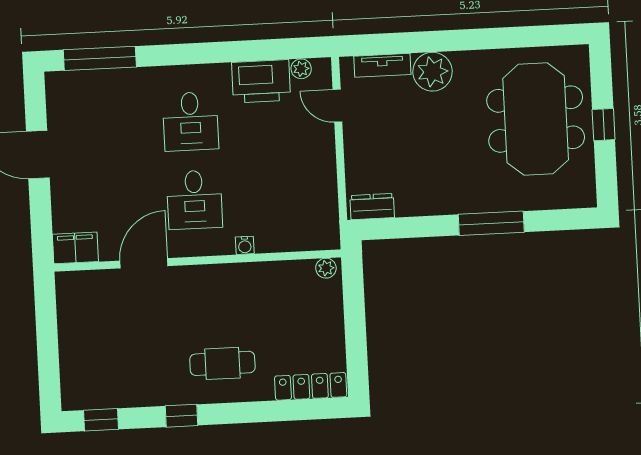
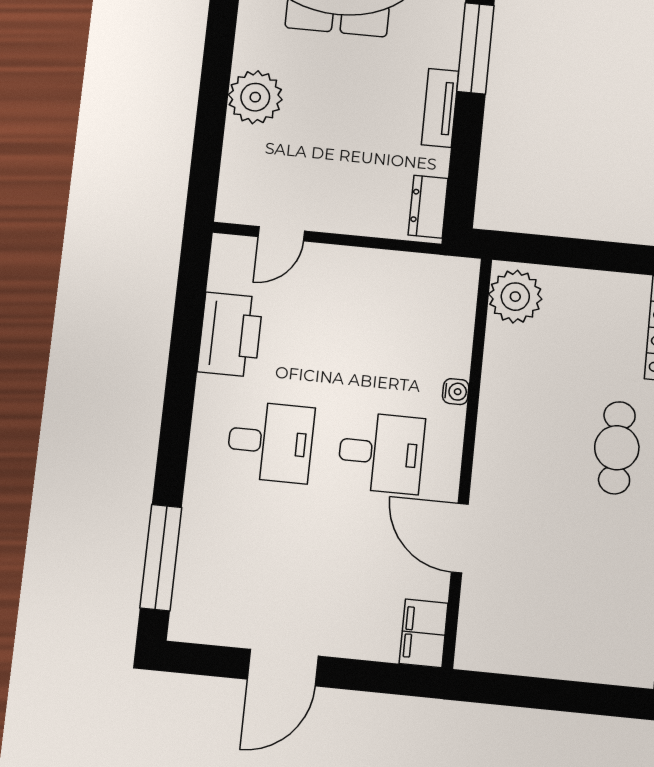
tv unit: (382, 65) -> (440, 108), moved, turned 180
plant: (301, 69) -> (222, 276), removed
plant: (326, 268) -> (515, 297), width x1.88, depth x1.88

